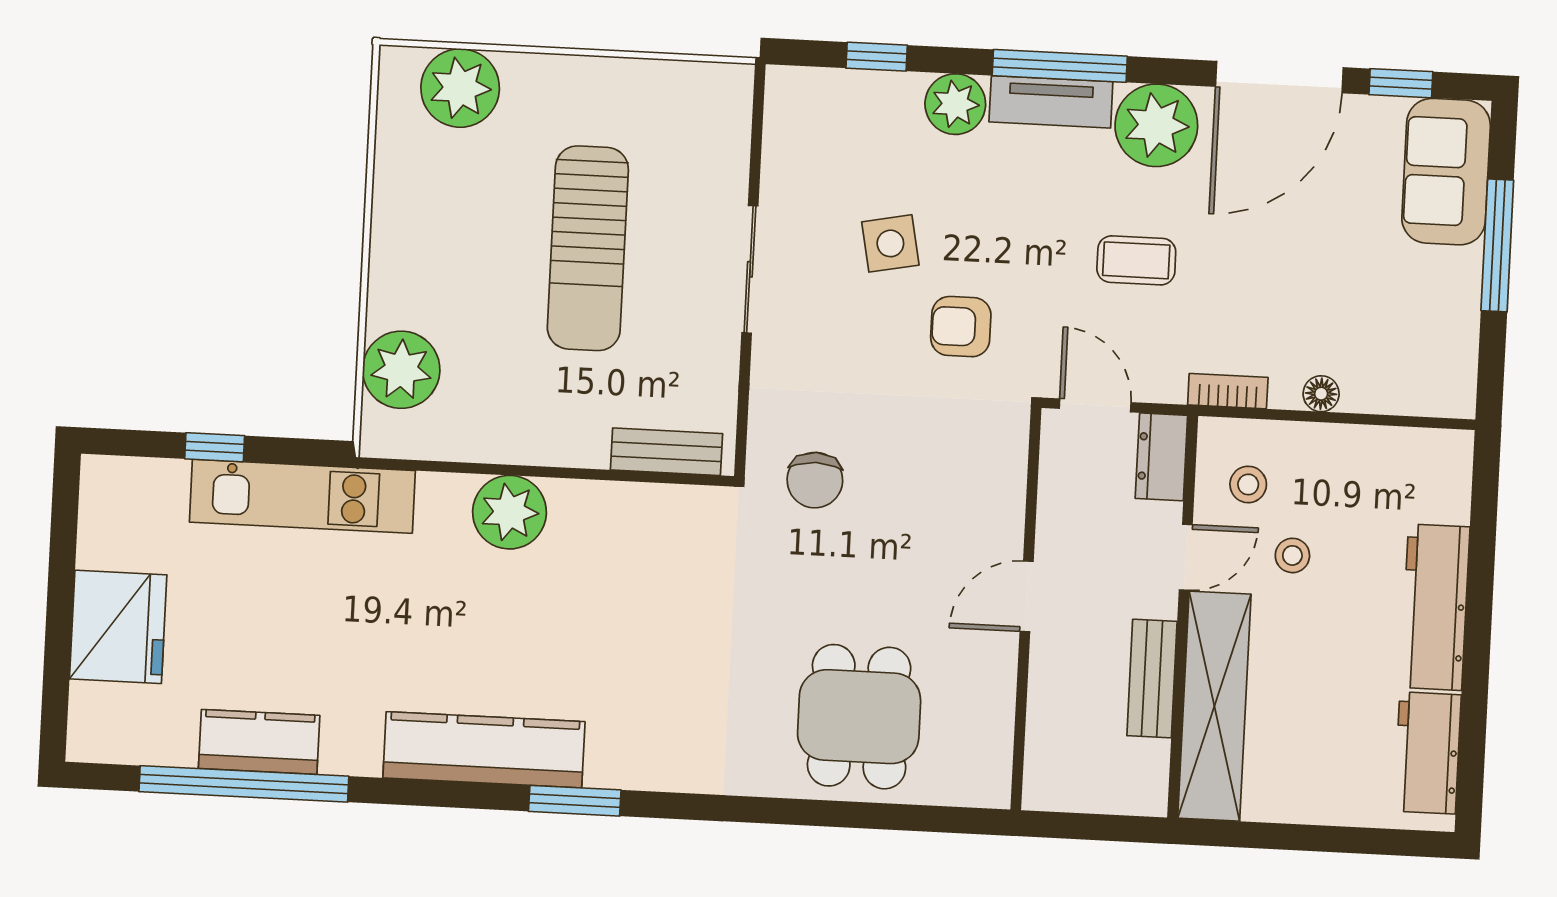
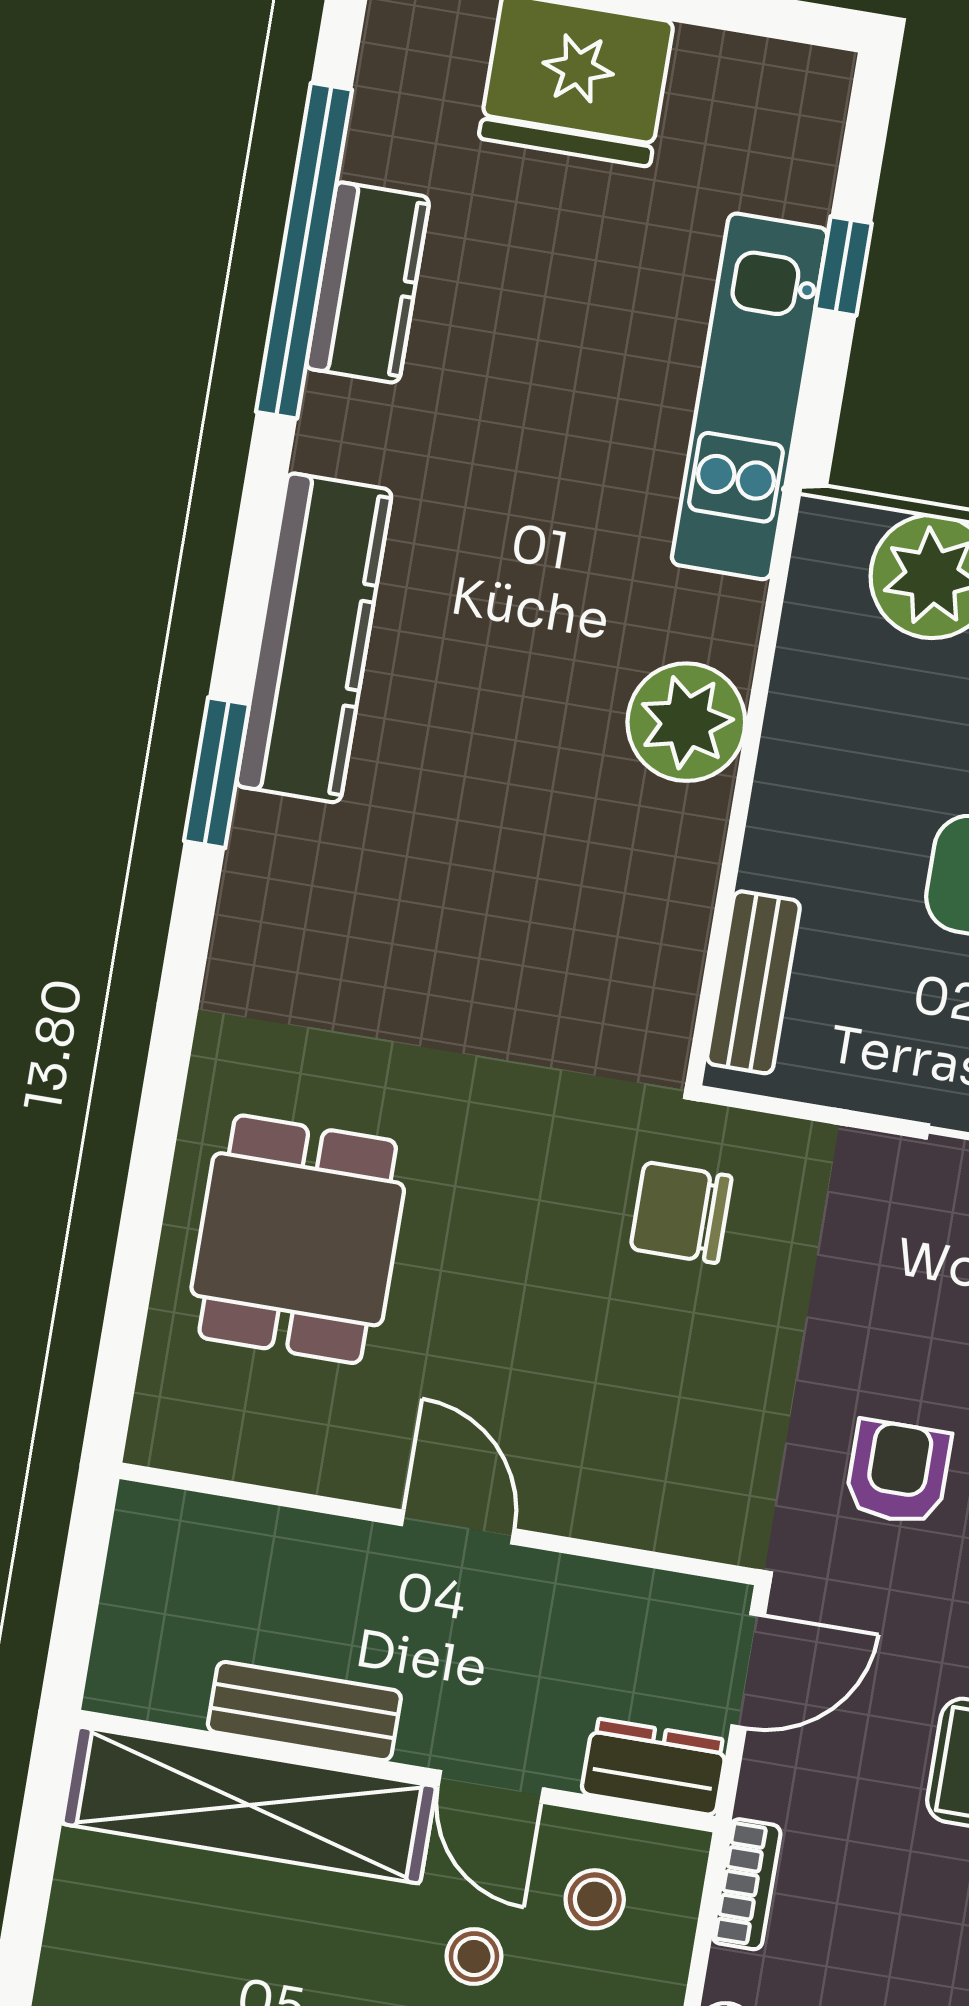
dining table: (859, 717) -> (298, 1239), turned 90

